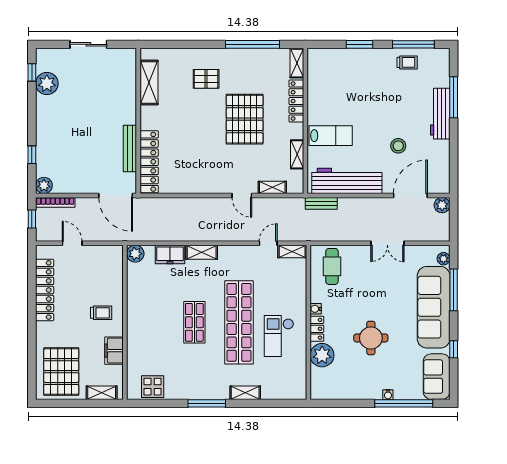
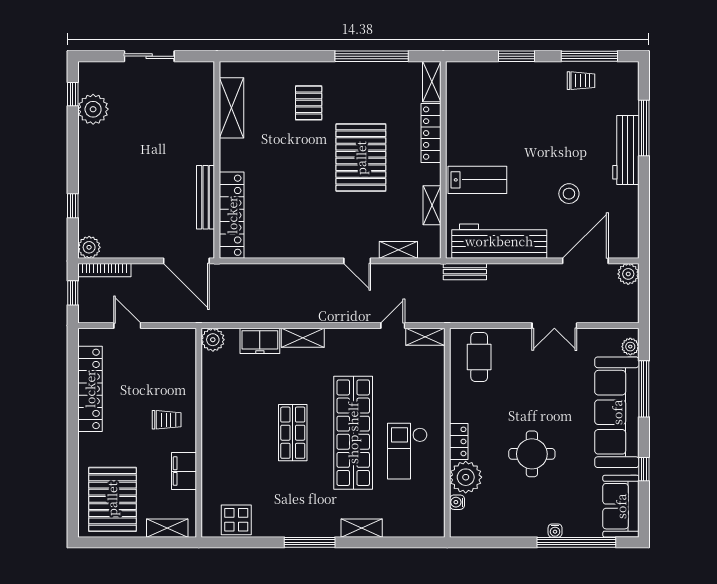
pallet: (206, 79) -> (309, 103), turned 90
water cooler: (316, 309) -> (457, 502), moved

